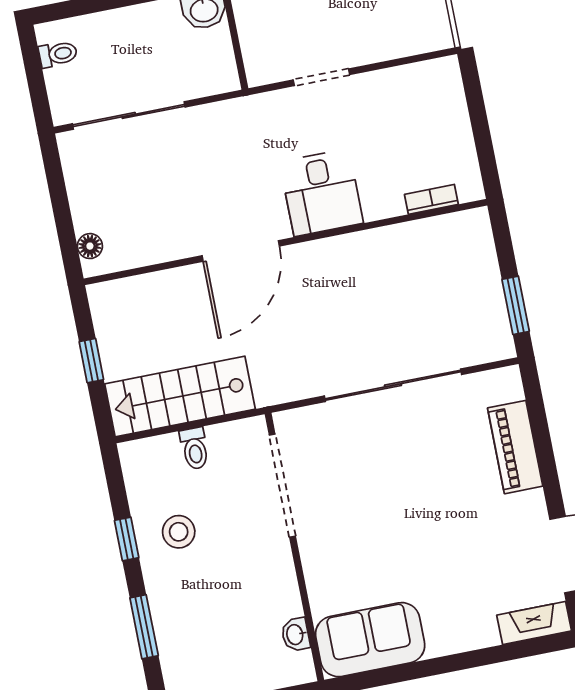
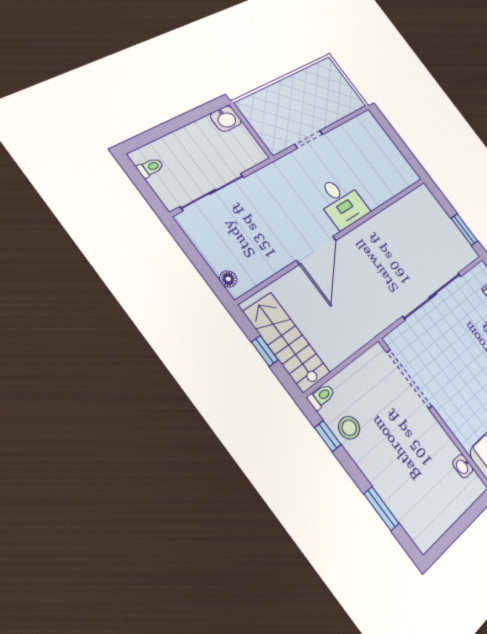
bookcase: (431, 199) -> (397, 188), removed
stairs: (180, 396) -> (287, 342), moved, turned 90
toilet: (195, 448) -> (321, 396), moved, turned -90
stool: (179, 532) -> (349, 428), moved
window: (127, 539) -> (328, 436), moved

